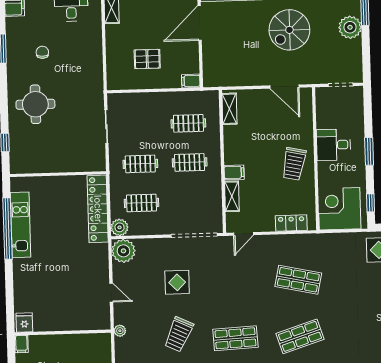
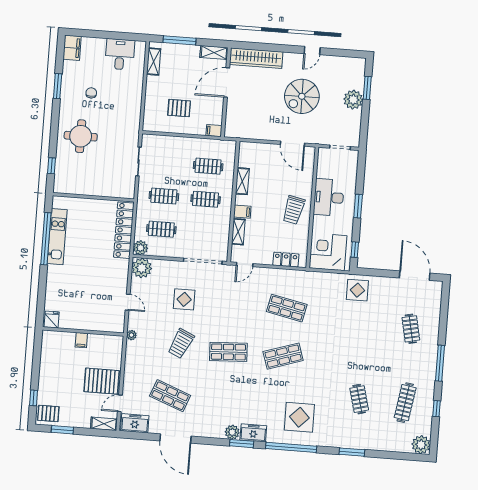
shelving: (229, 109) -> (242, 181), moved
desk: (334, 145) -> (329, 197), width x1.37
filing cabinet: (21, 344) -> (81, 340), moved

